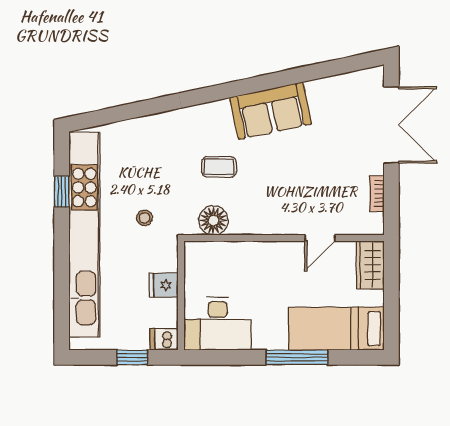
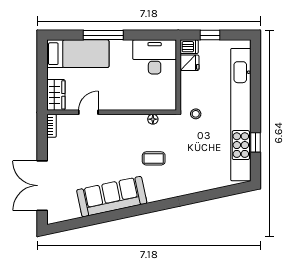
sofa: (271, 111) -> (112, 197), width x1.36
bookcase: (377, 193) -> (51, 126), moved
stool: (145, 218) -> (196, 114), moved
floor lamp: (213, 220) -> (153, 119), width x0.53, depth x0.53
fridge: (164, 285) -> (189, 63), moved

